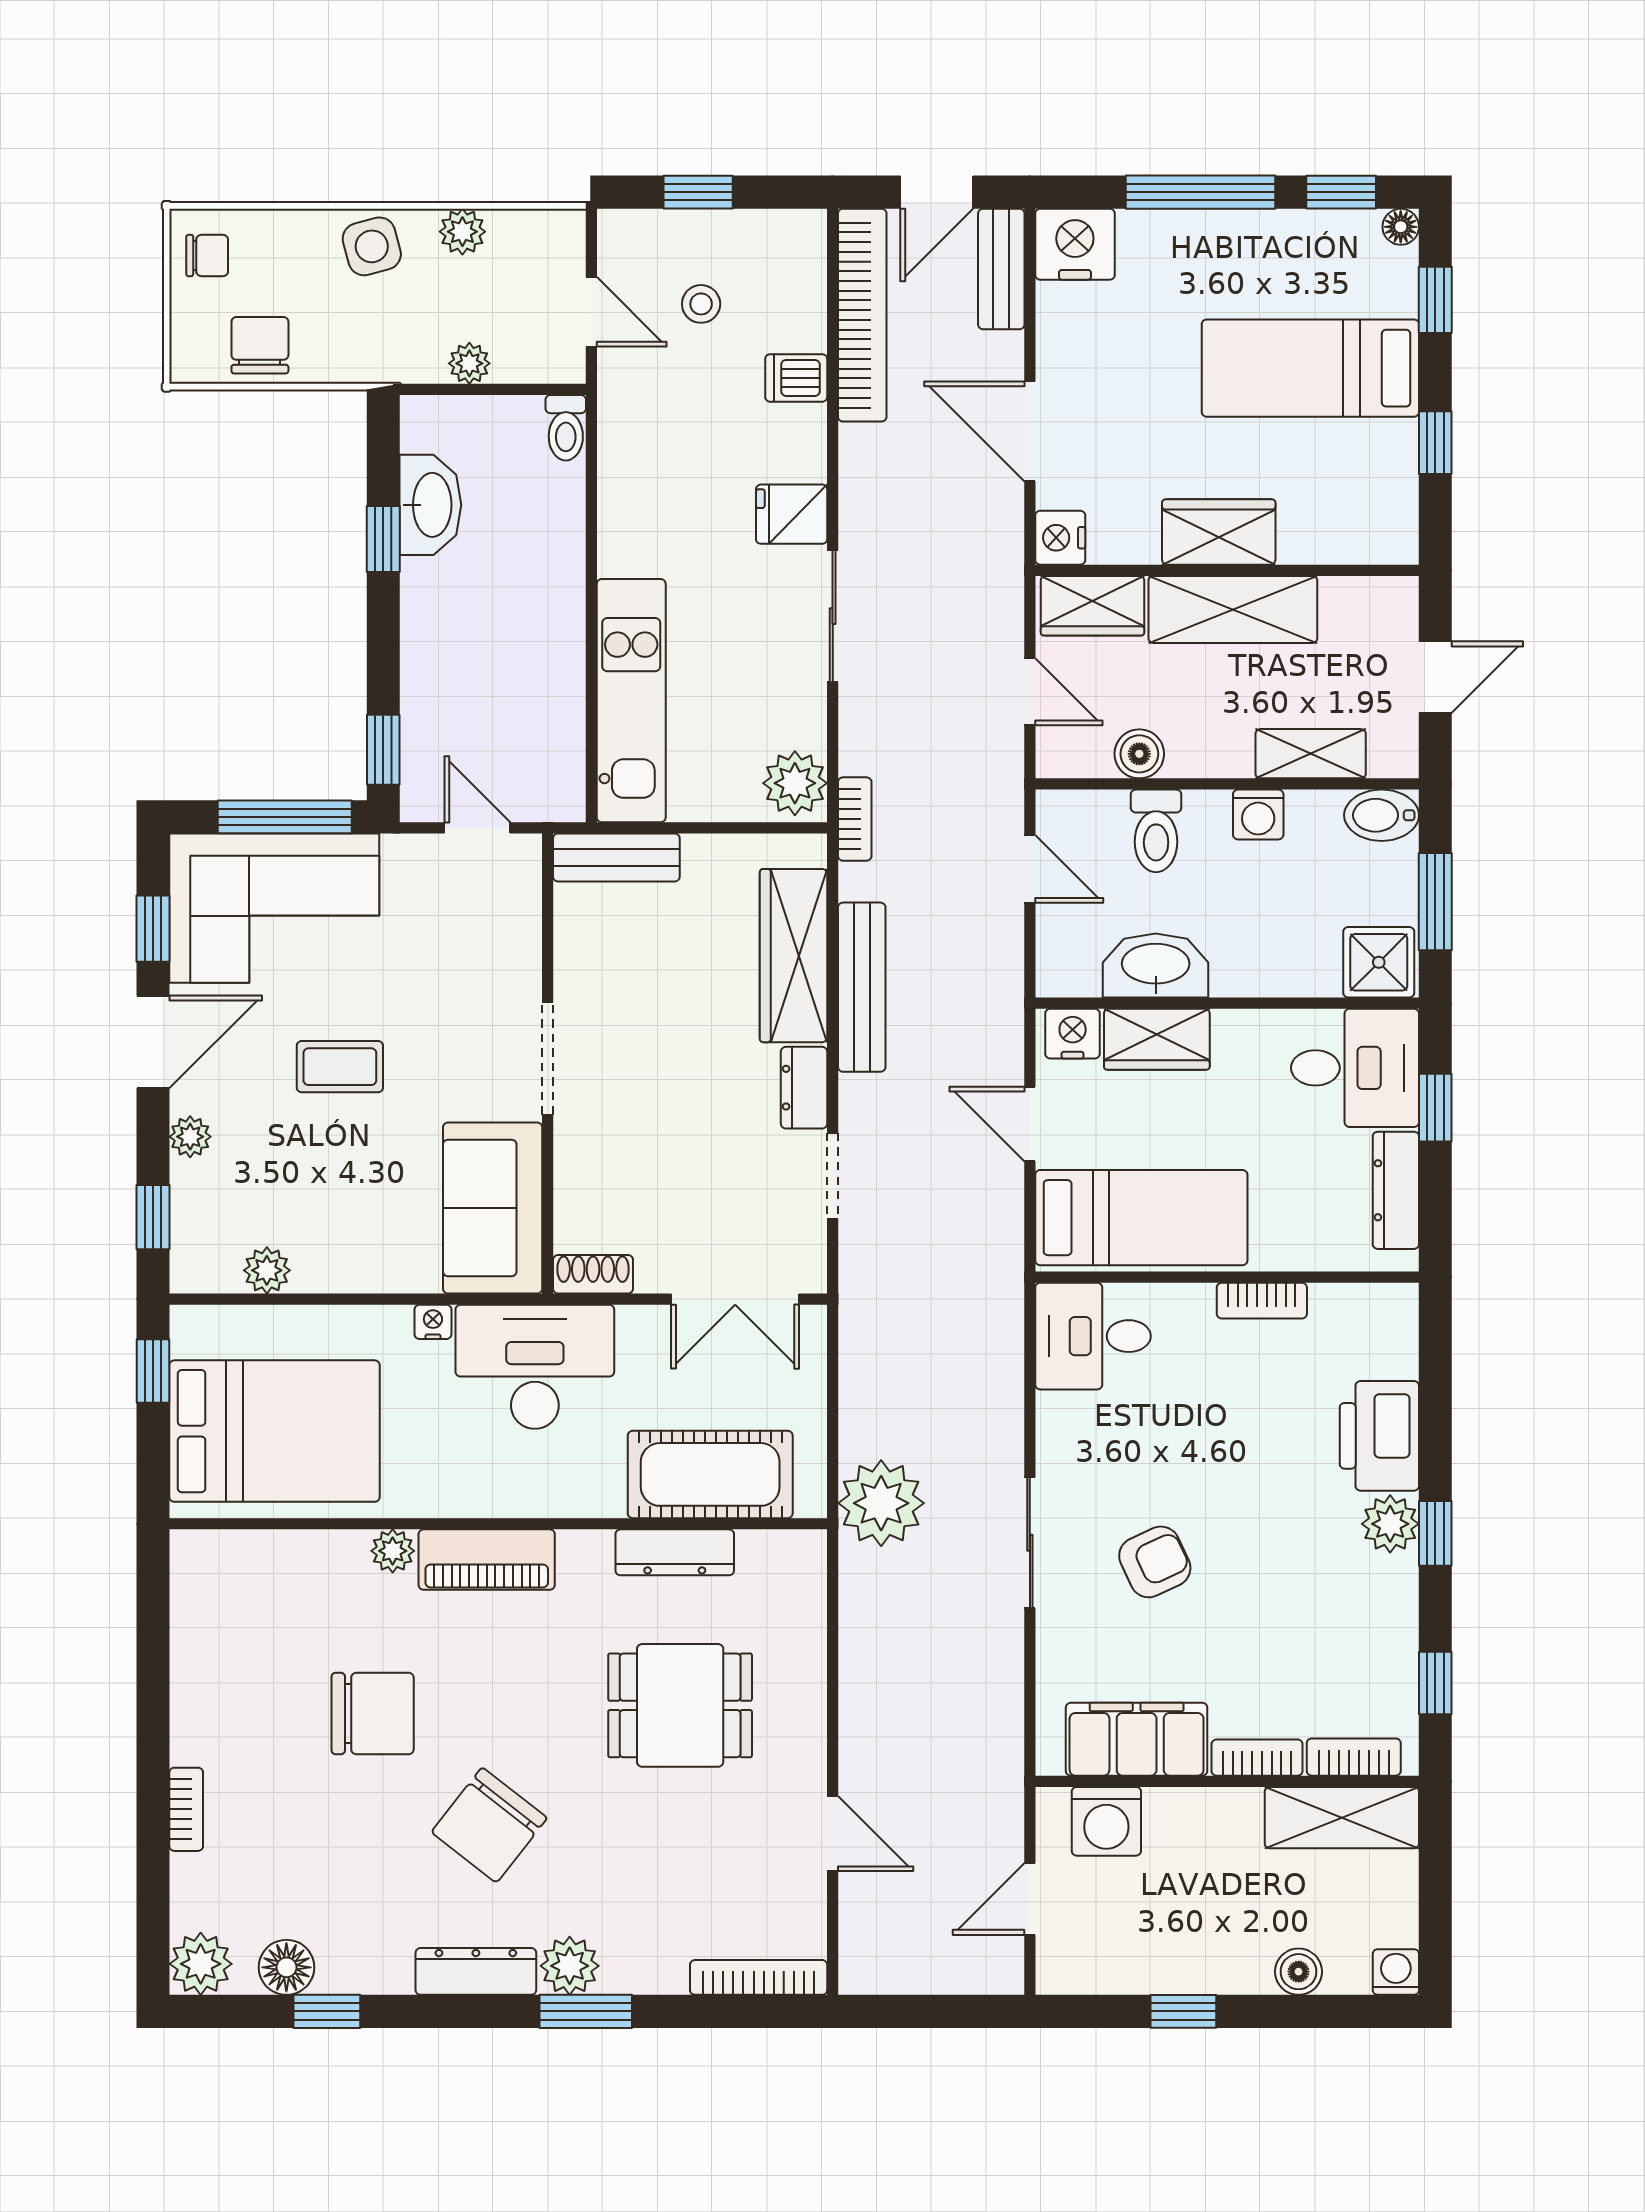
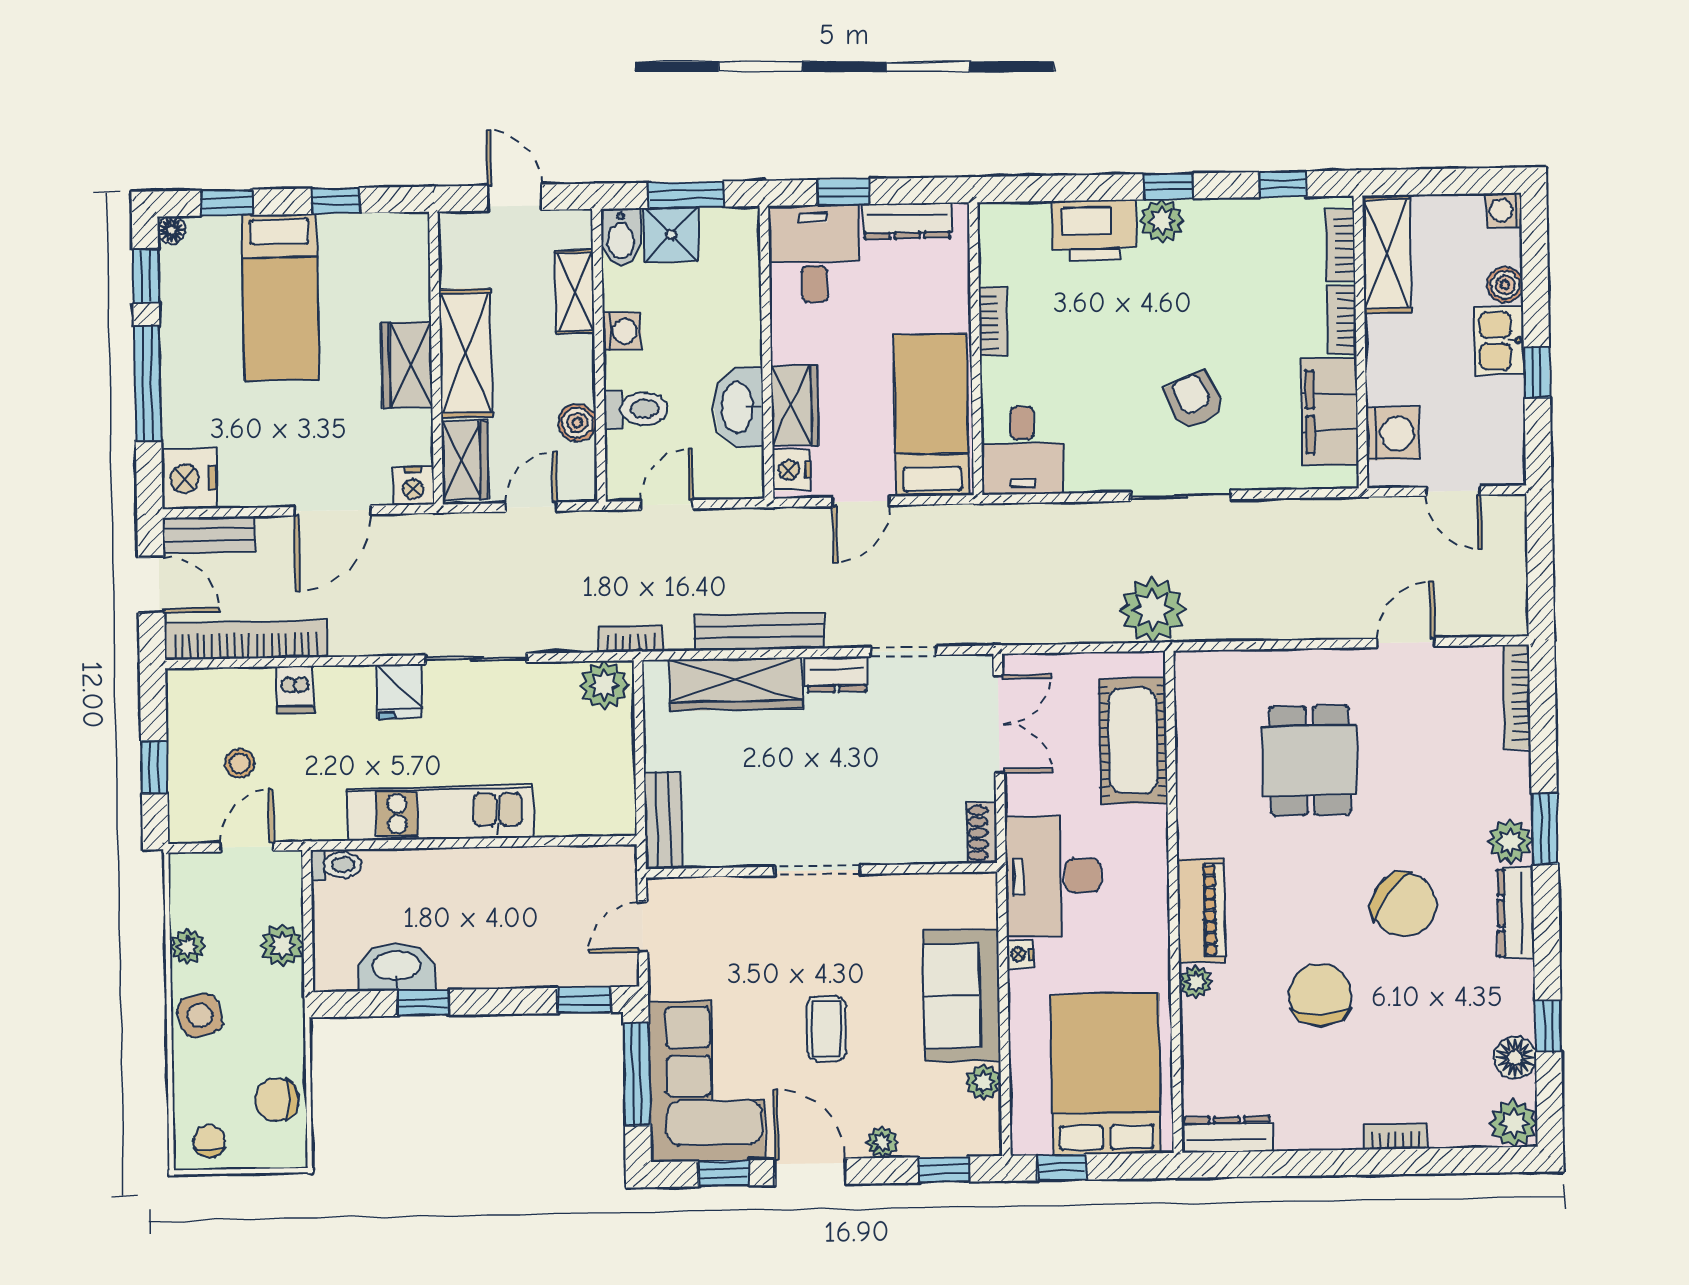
plant: (469, 363) -> (282, 945), width x1.38, depth x1.38
kitchen unit: (631, 701) -> (440, 813), moved
shower: (1379, 962) -> (671, 235), moved
sofa: (493, 1208) -> (962, 996), moved, turned 90
dresser: (675, 1552) -> (1227, 1134), moved, turned -90
kitchen sink: (1226, 1962) -> (1499, 341), added

